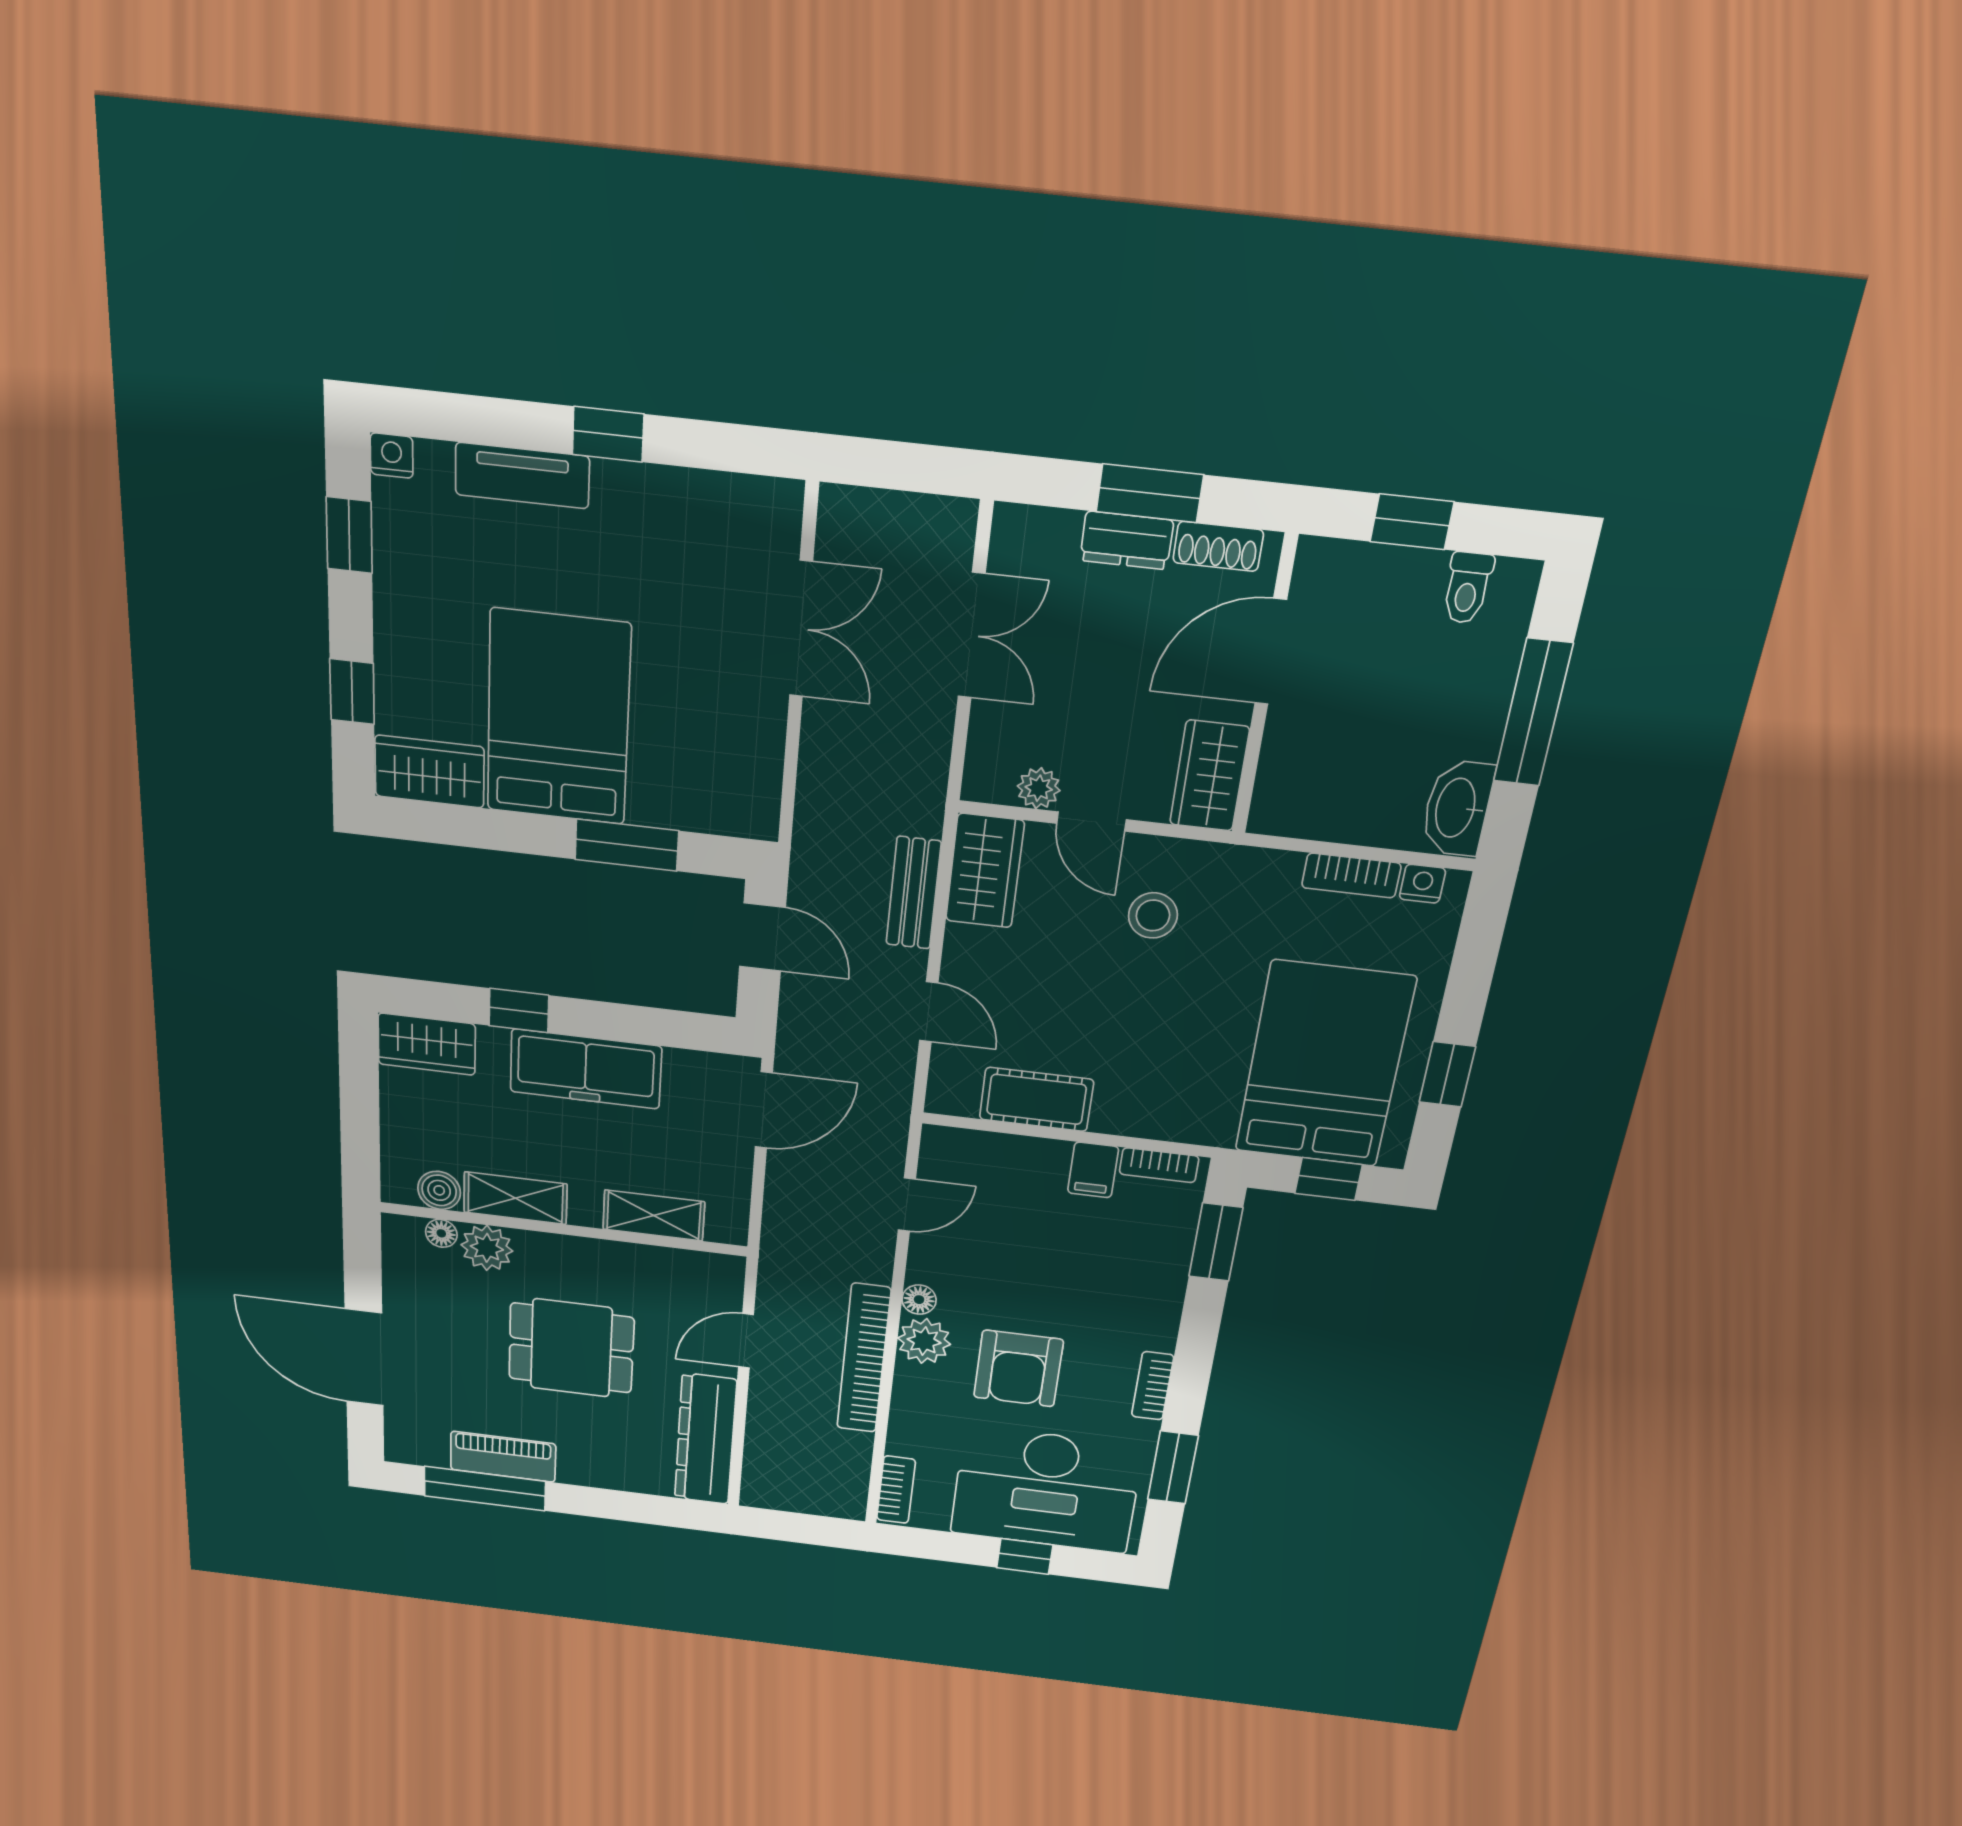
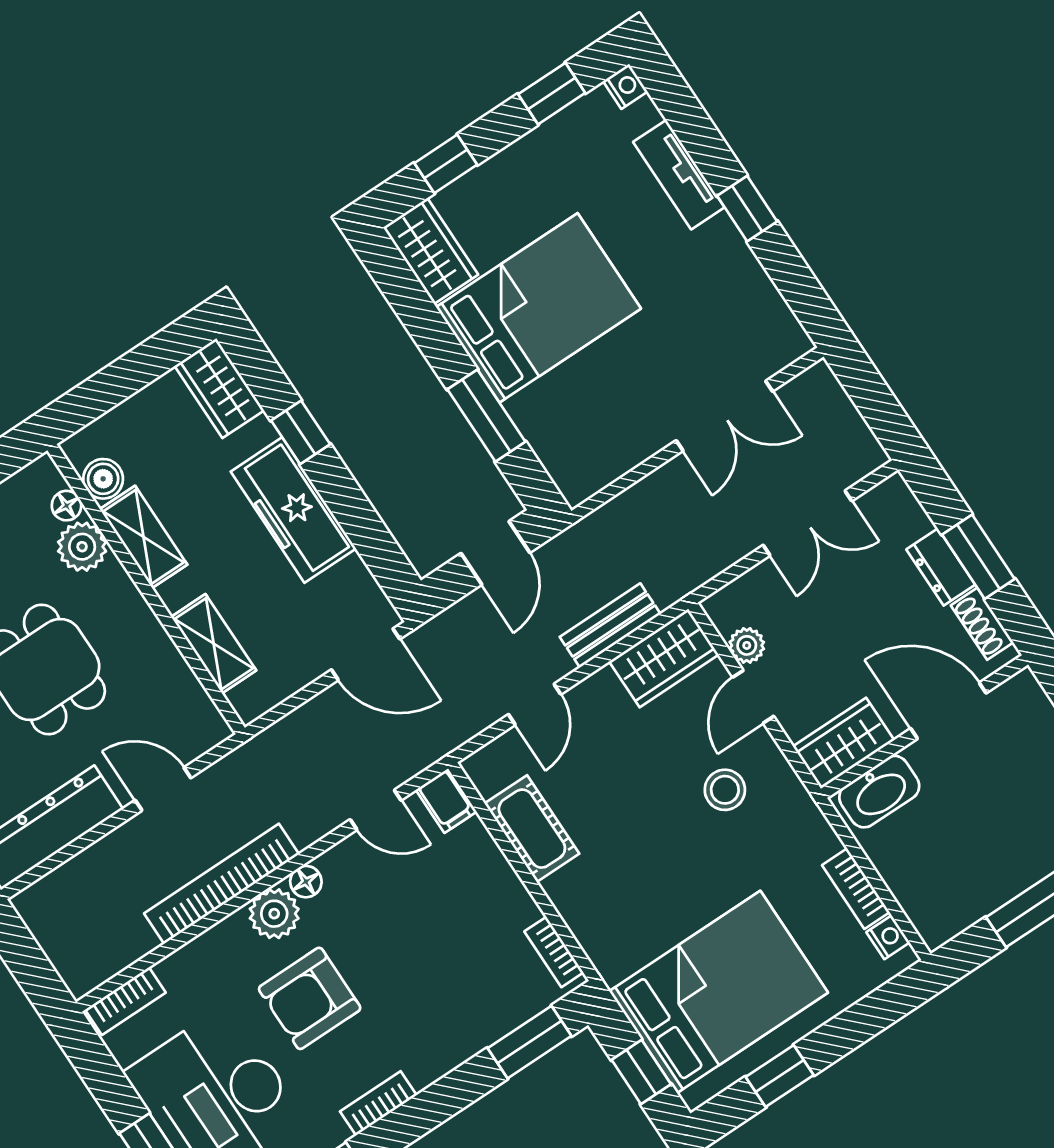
washbasin: (1457, 808) -> (879, 792), moved, turned 180
filing cabinet: (1093, 1170) -> (446, 801), moved, turned -90

